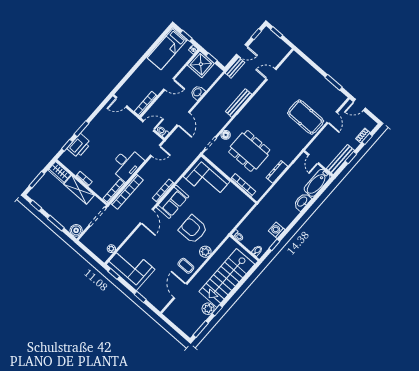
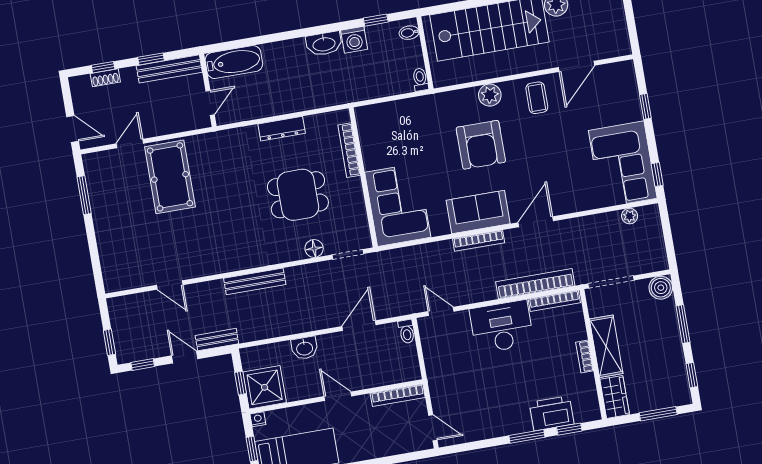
door: (149, 126) -> (421, 358), removed
dining table: (249, 151) -> (298, 195), width x0.73
washbasin: (302, 202) -> (324, 44), moved

